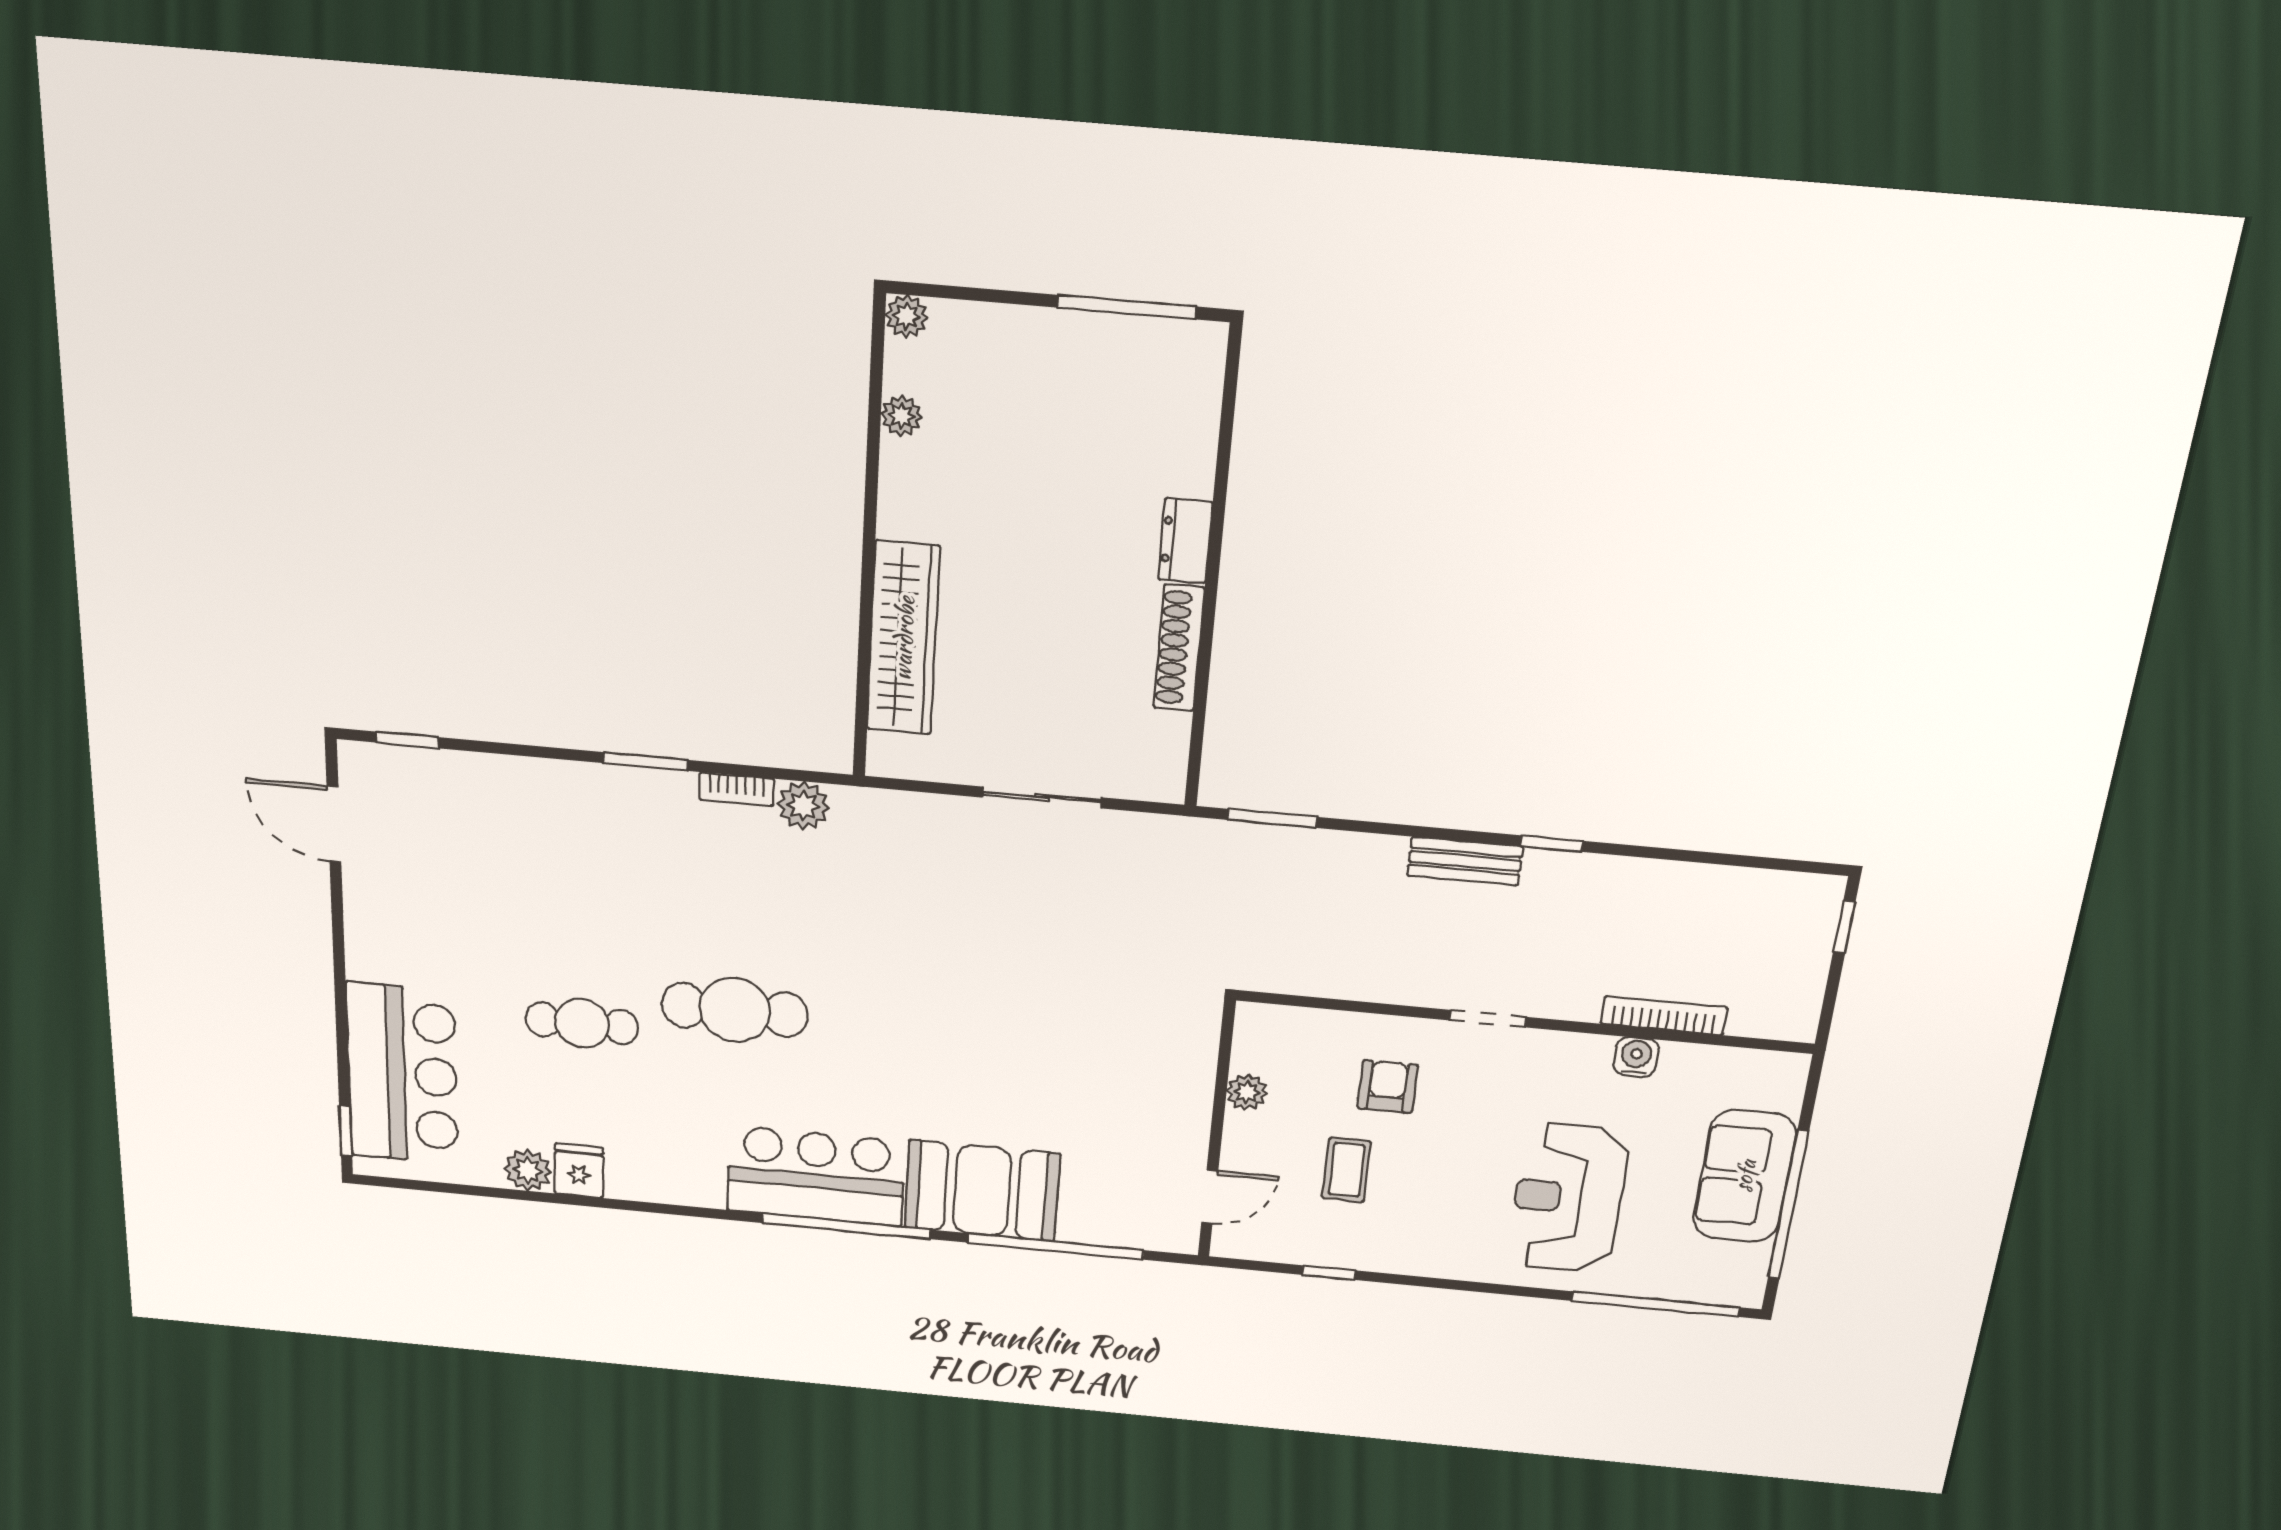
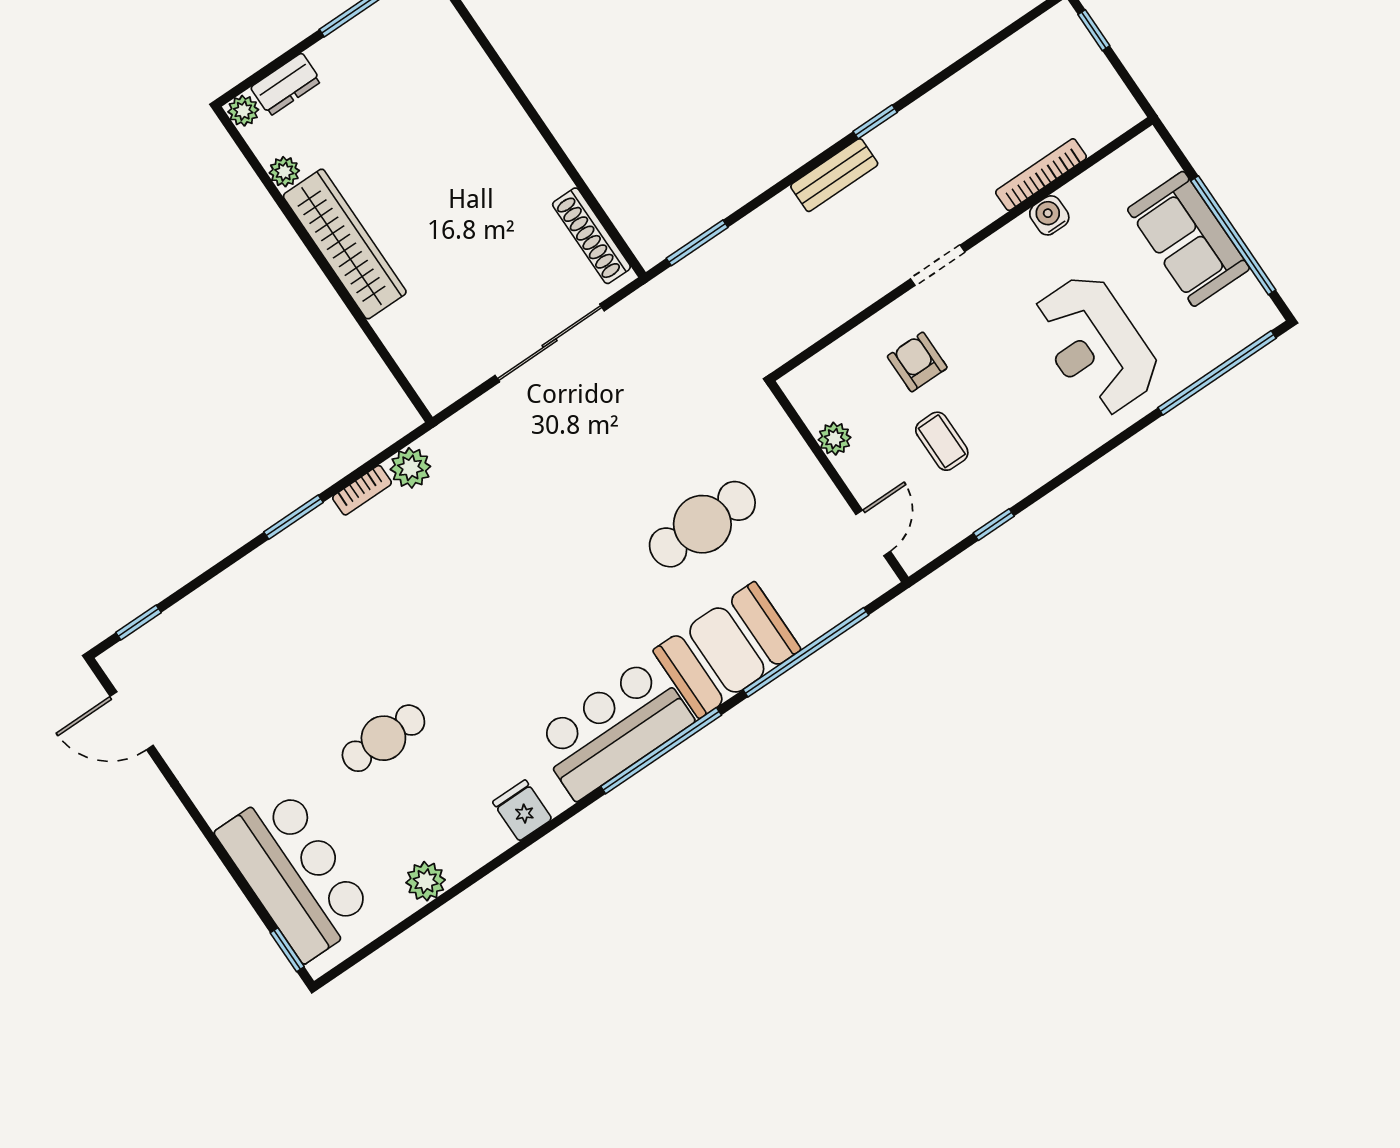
dresser: (1185, 541) -> (286, 84), moved, turned -90
wardrobe: (903, 638) -> (345, 244), moved
shoe rack: (1179, 648) -> (591, 236), moved
sliding door: (1042, 797) -> (550, 343), width x1.37
cafe table: (735, 1010) -> (702, 524), moved
fridge: (579, 1171) -> (522, 810), moved

